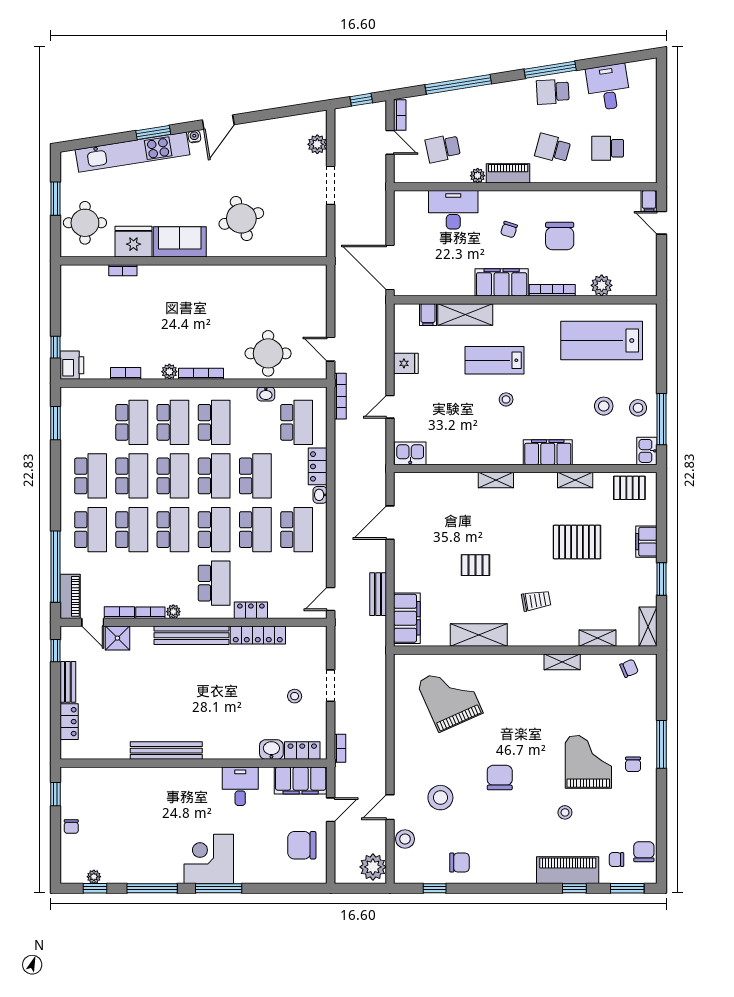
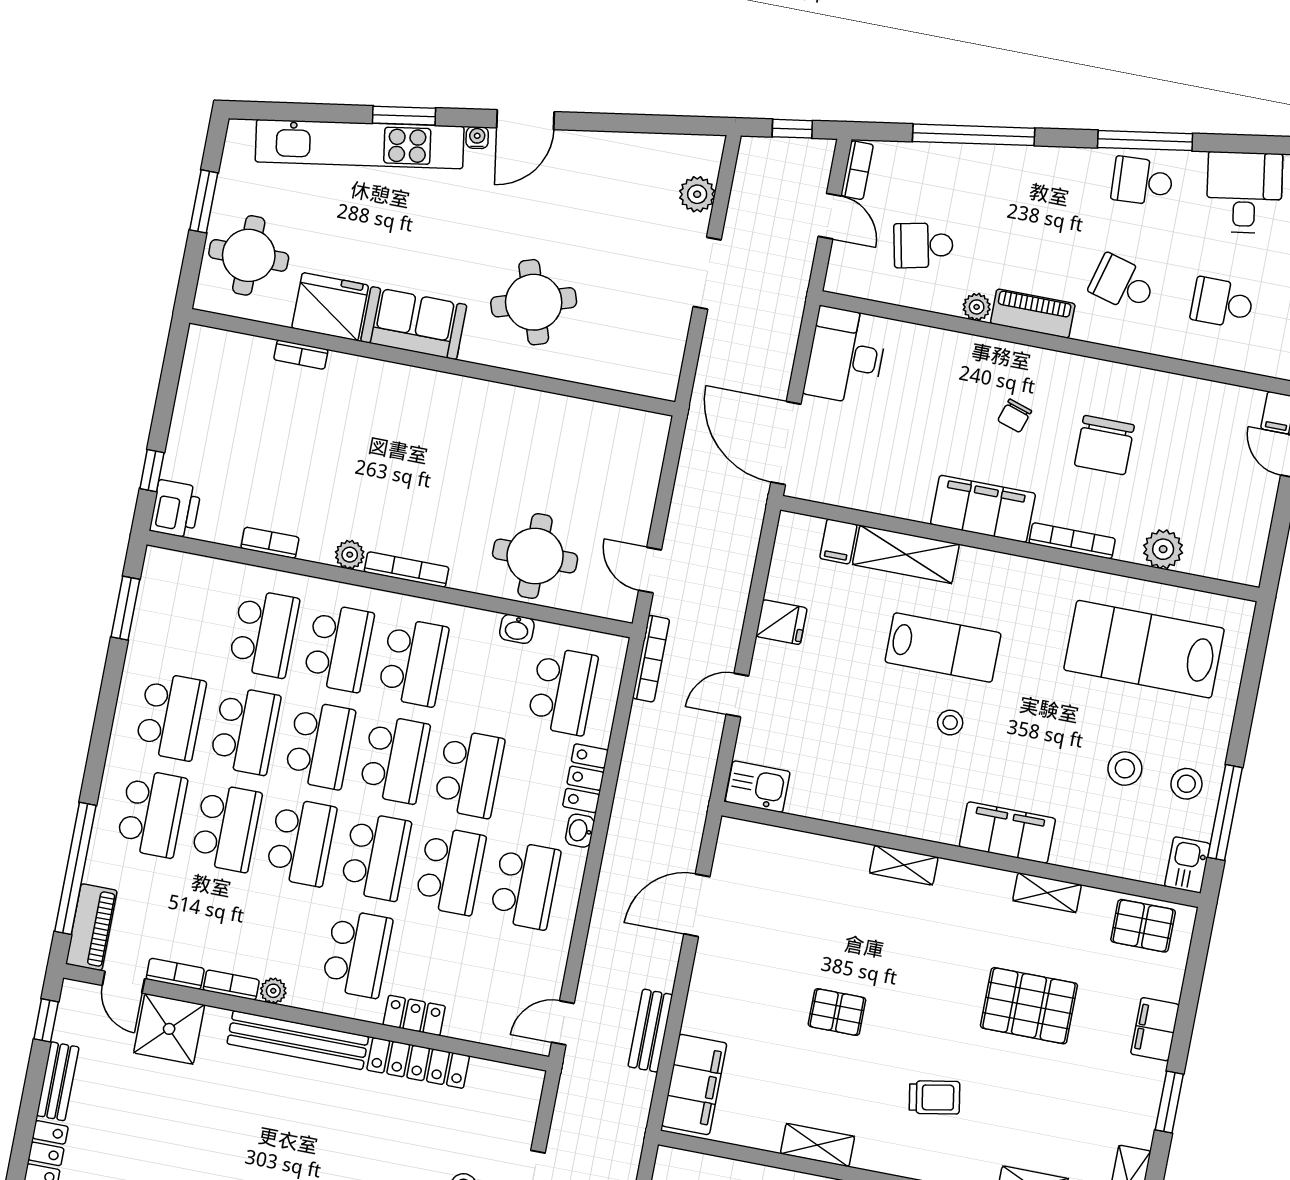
desk: (453, 210) -> (846, 356), moved, turned -90
lab bench: (495, 360) -> (943, 647), turned 180
shelving: (479, 635) -> (818, 1145), width x0.67, depth x0.75
shower: (117, 638) -> (169, 1029), width x1.36, depth x1.36

